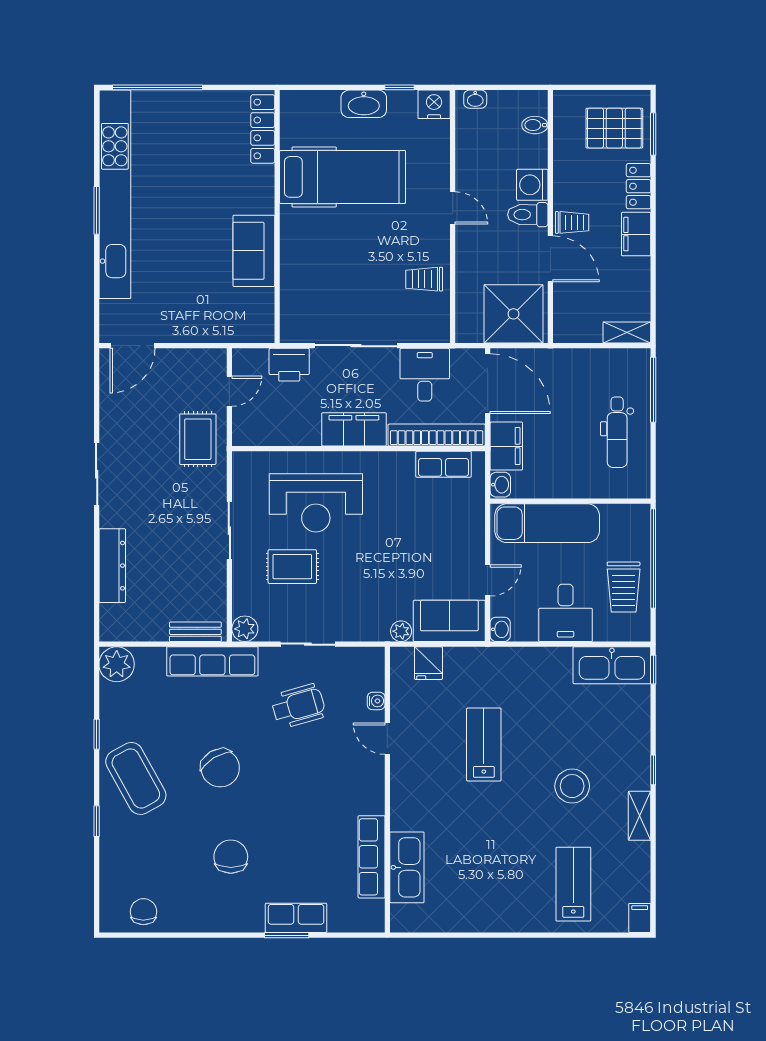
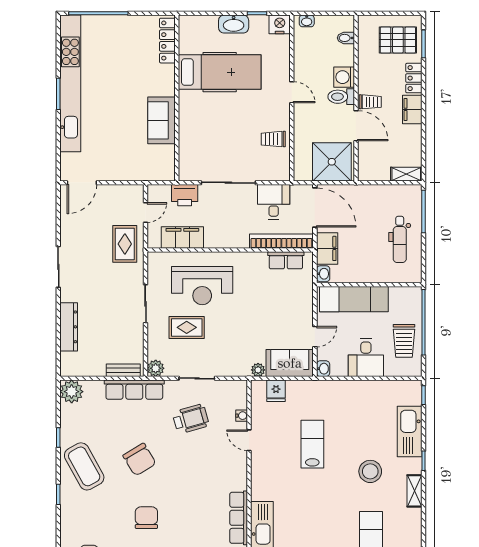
filing cabinet: (354, 429) -> (182, 238), moved
kitchen sink: (612, 665) -> (410, 431), moved, turned 90

